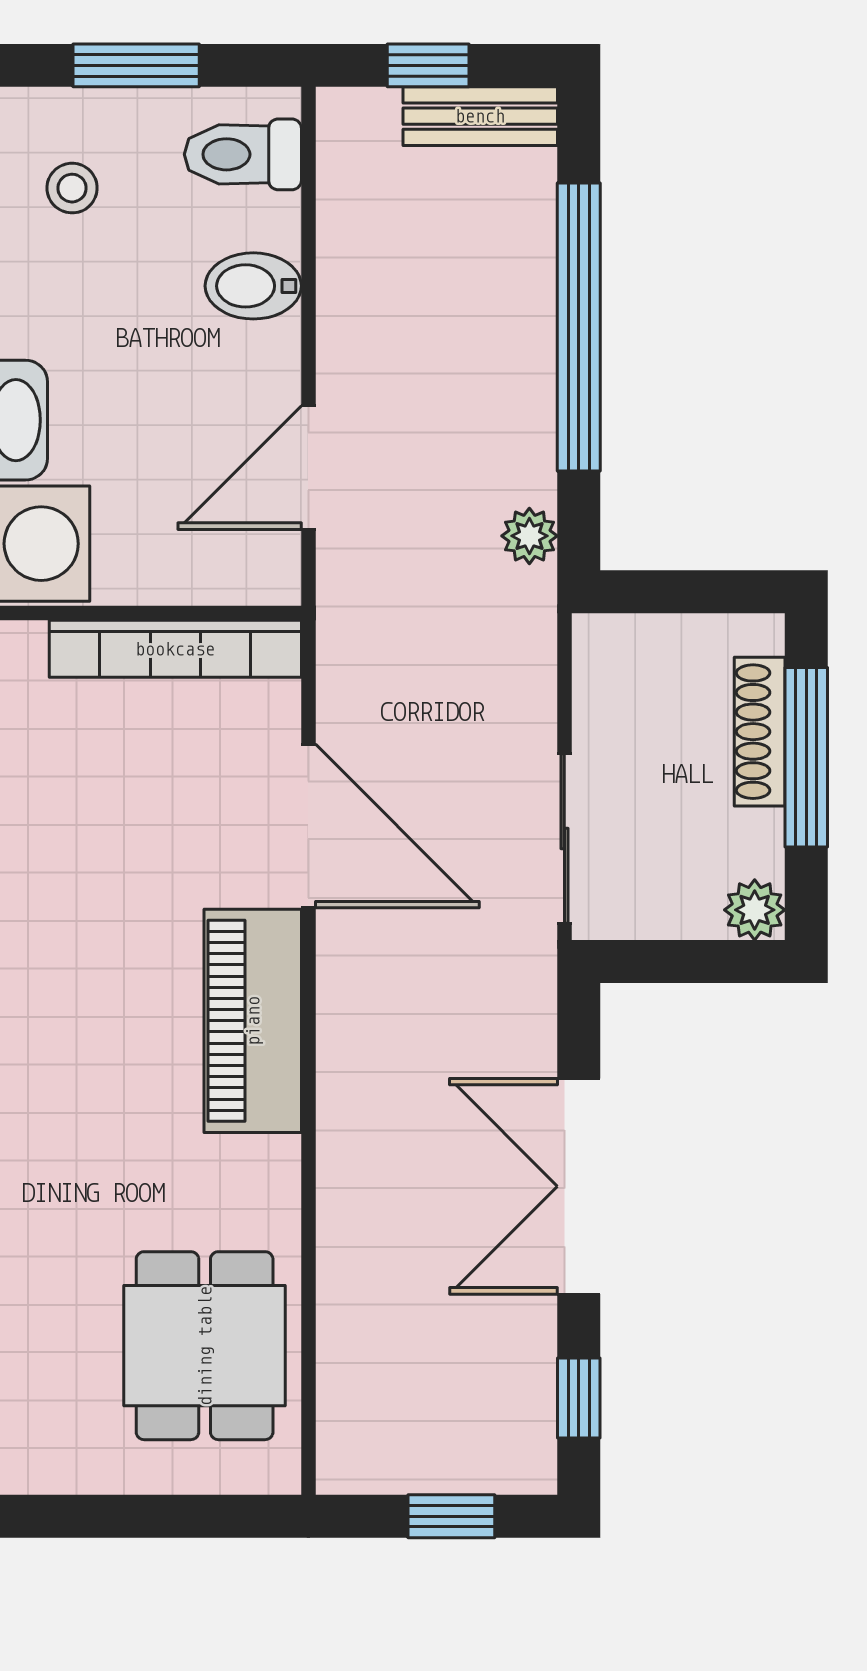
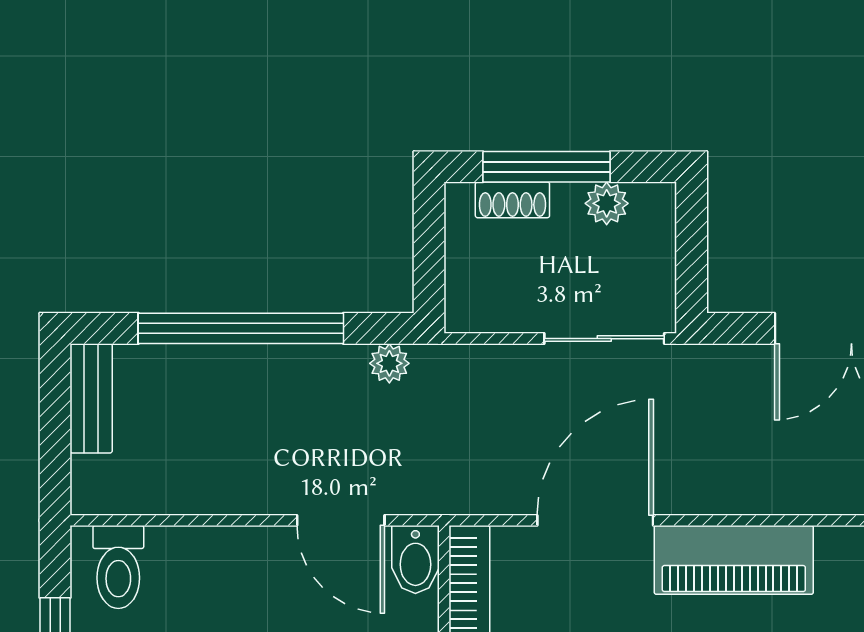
window: (428, 65) -> (55, 435), removed
bidet: (253, 286) -> (415, 560), moved
shoe rack: (760, 732) -> (512, 200), width x0.70
plant: (755, 910) -> (607, 203), moved

